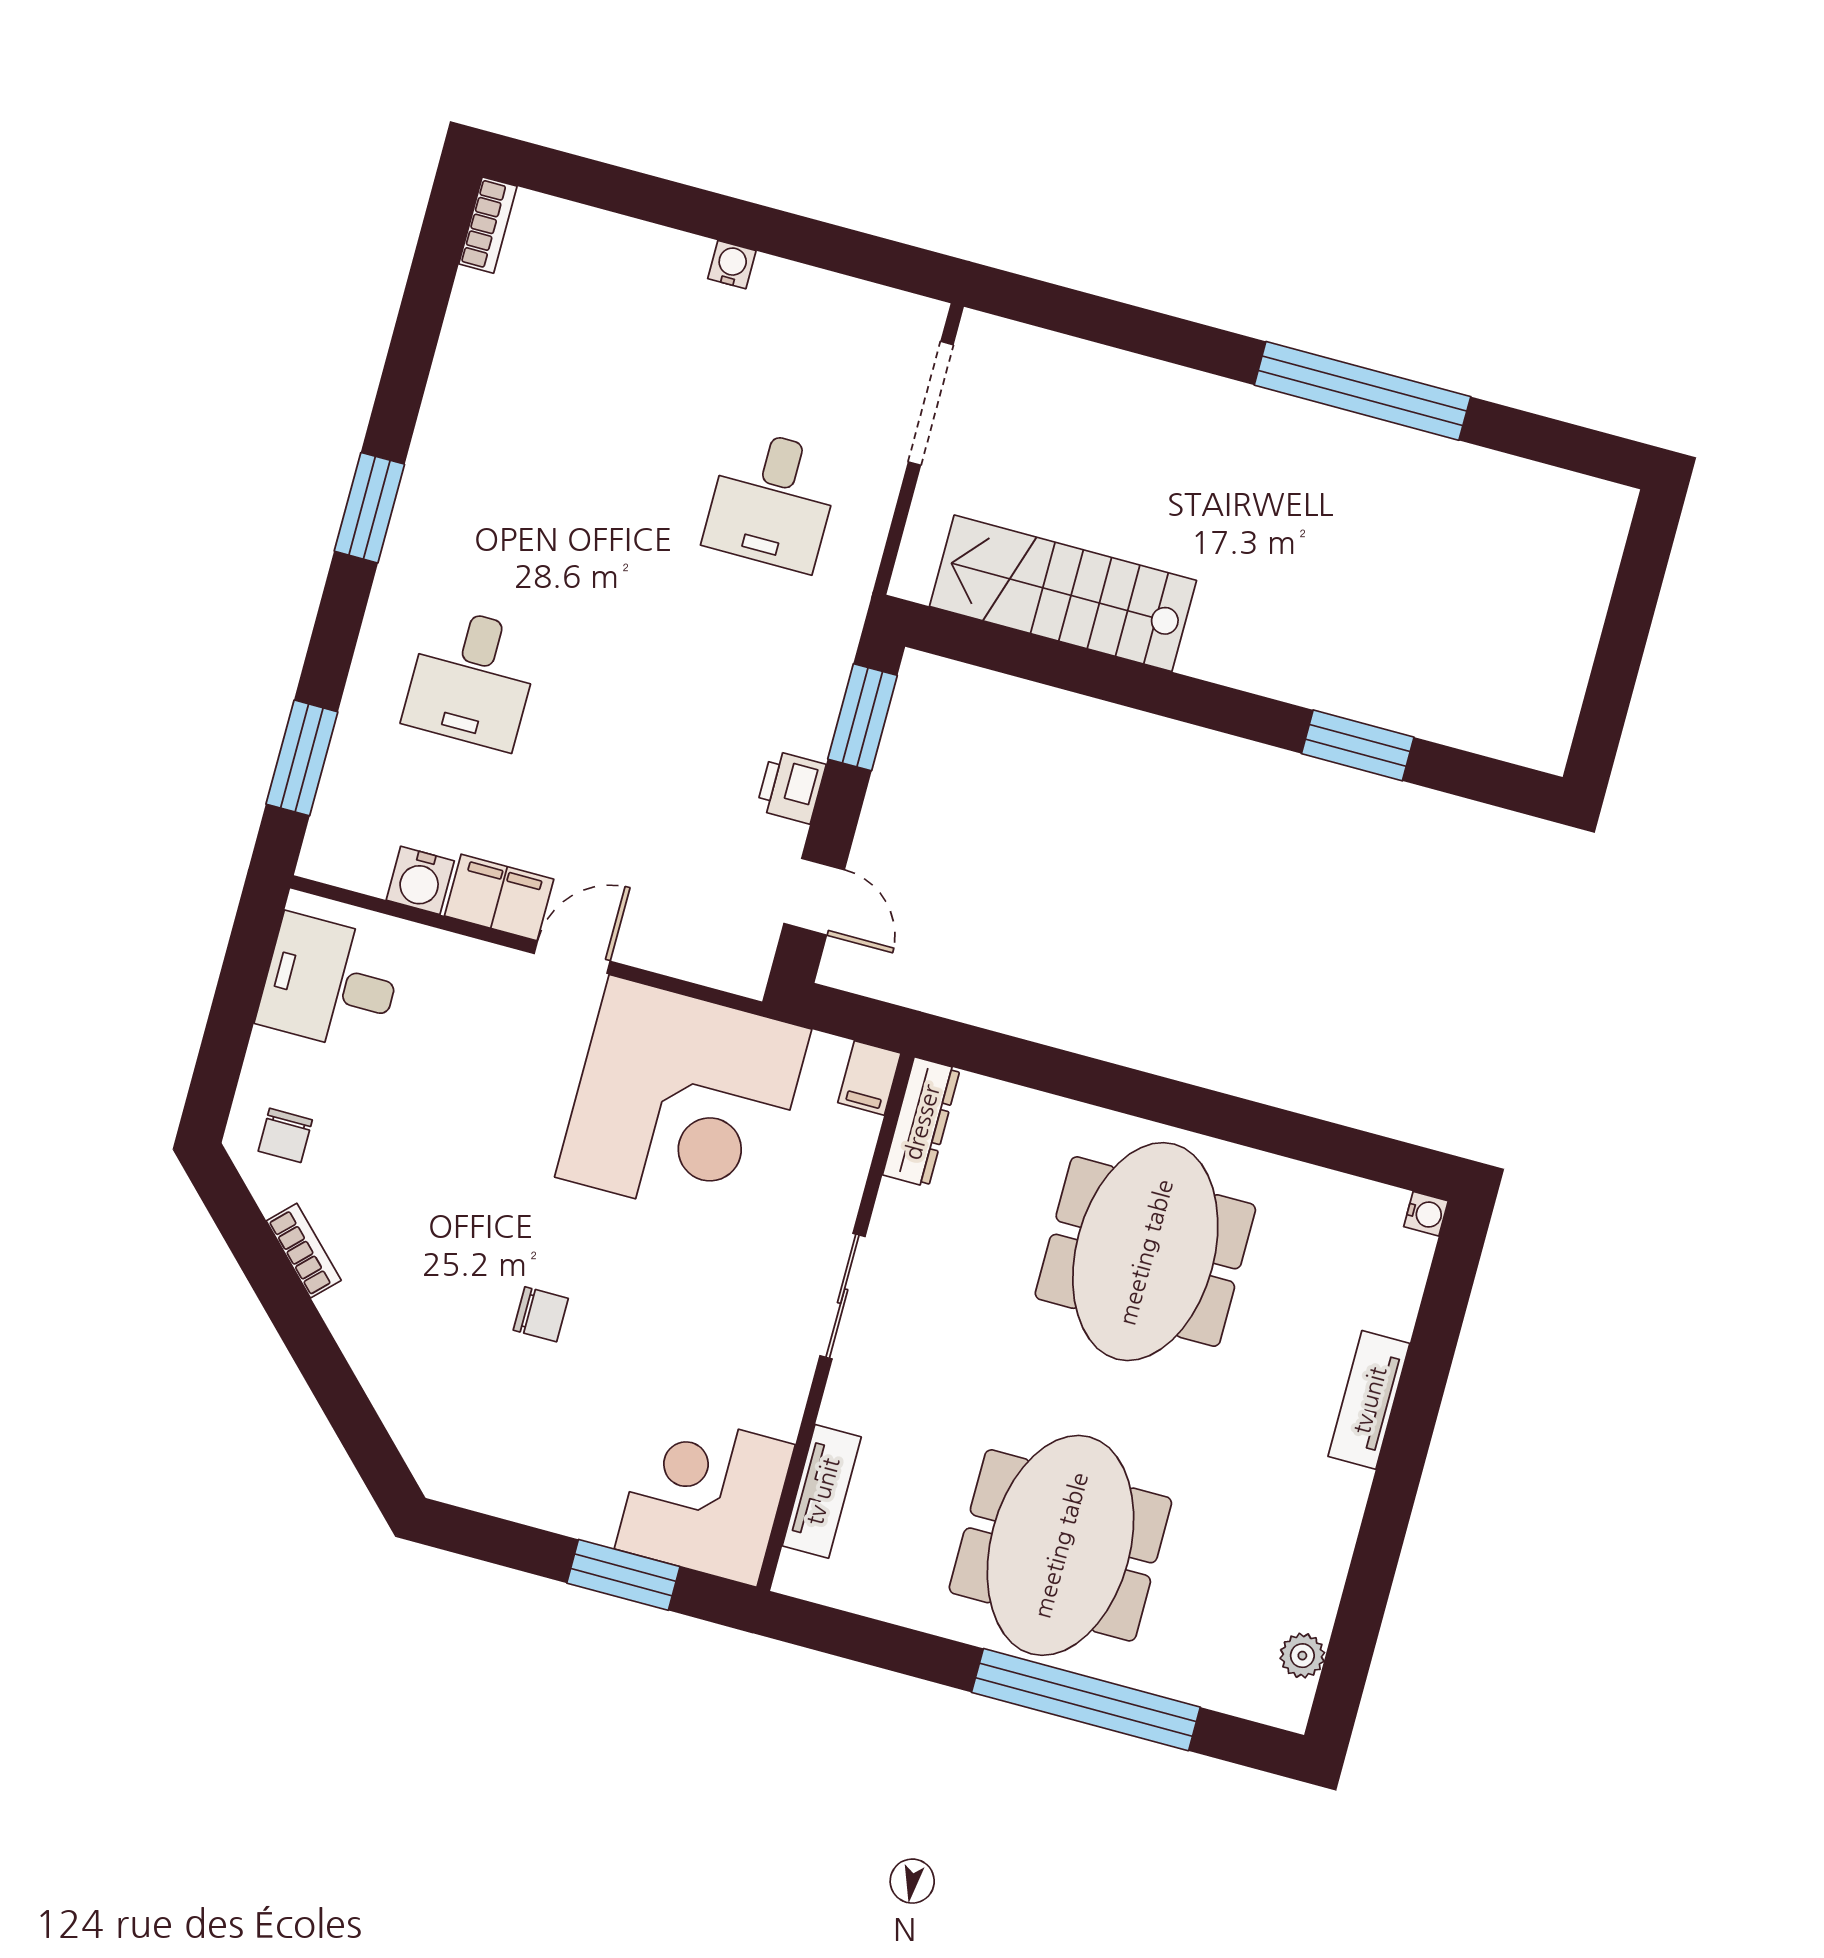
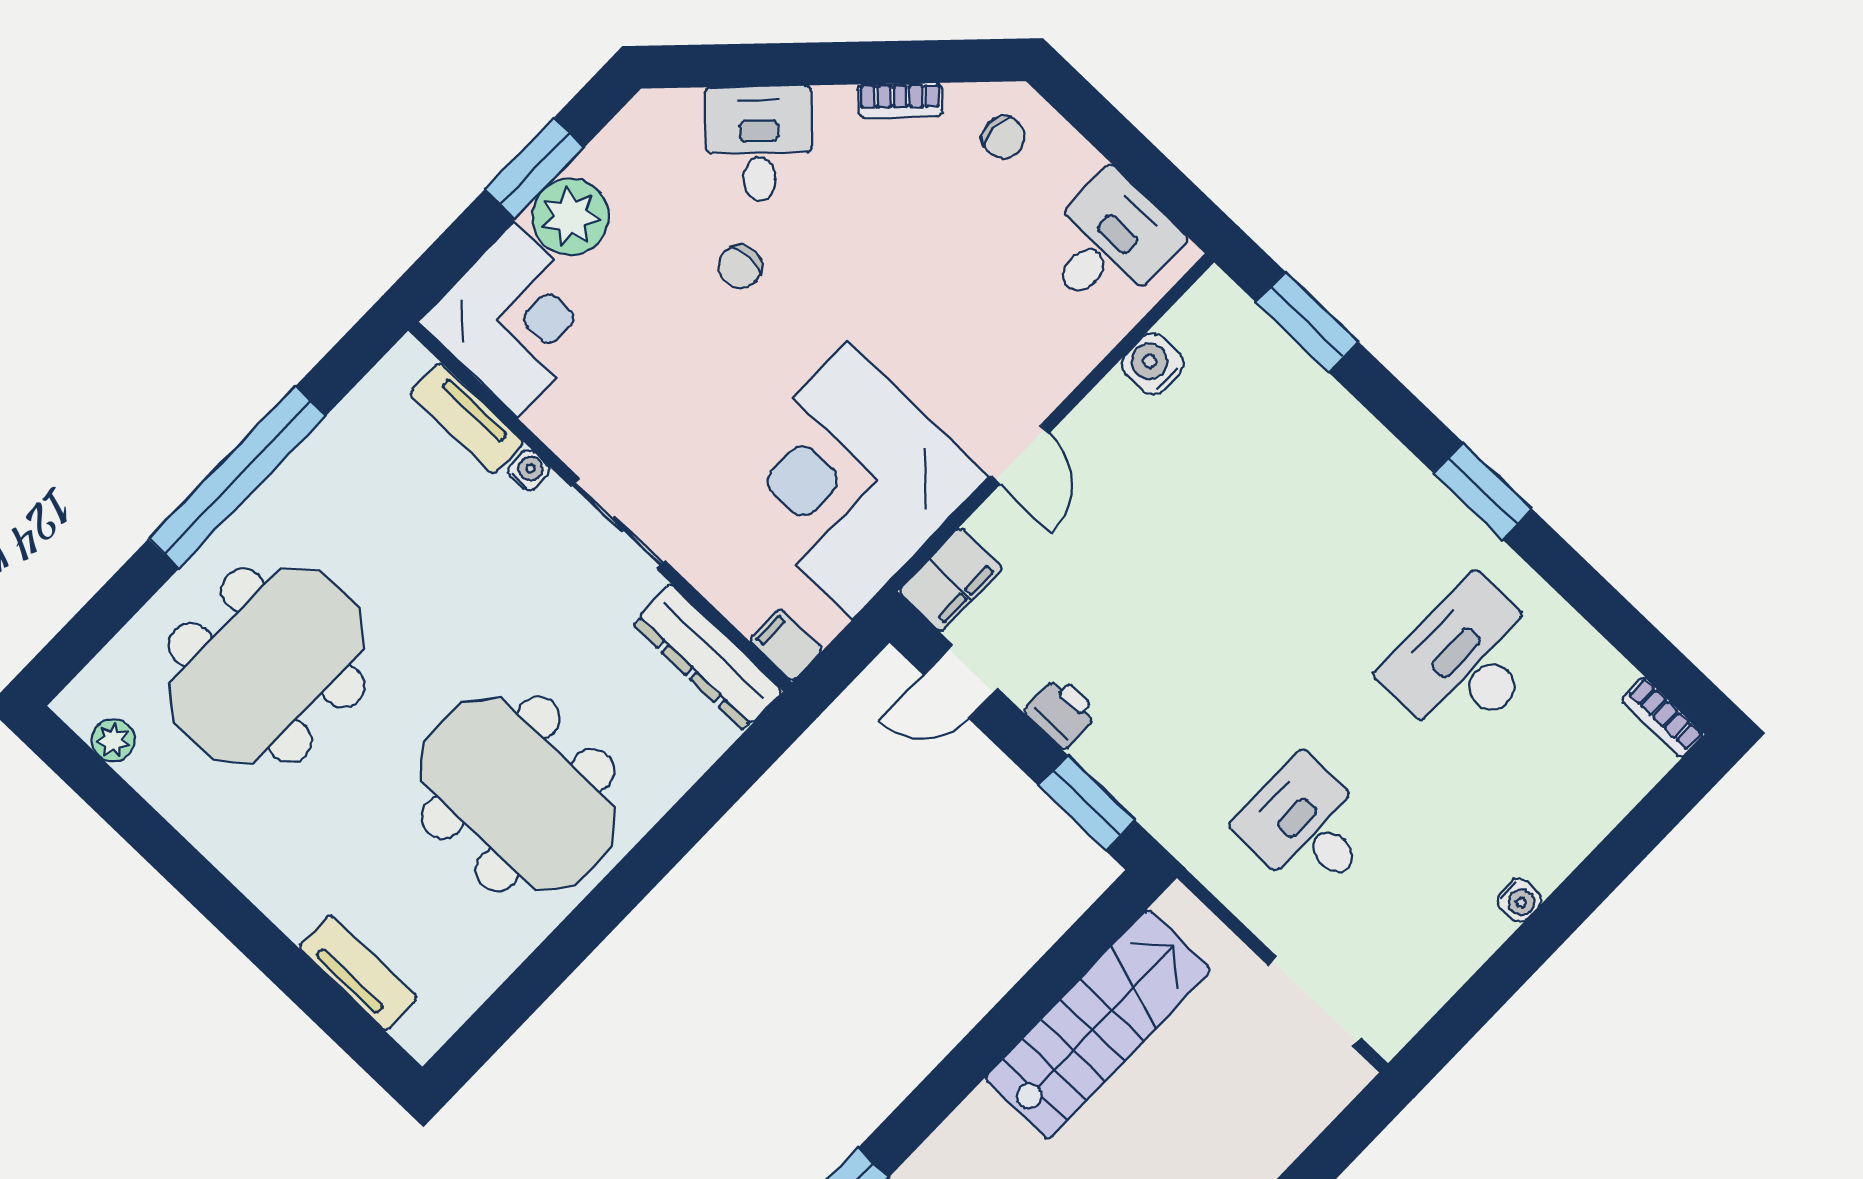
desk: (472, 678) -> (1465, 662), moved, width x1.37
filing cabinet: (499, 897) -> (951, 580), moved
dresser: (921, 1122) -> (707, 657), width x1.37, depth x1.24
chair: (285, 1135) -> (1004, 137), turned 180
water cooler: (1426, 1214) -> (529, 470), moved, turned 180
desk: (416, 1360) -> (759, 143), added
tv unit: (1369, 1400) -> (358, 972), moved
plant: (581, 1498) -> (570, 217), added
meeting table: (1060, 1545) -> (267, 666), moved, turned 90
window: (623, 1575) -> (535, 168), moved
window: (1086, 1700) -> (237, 477), moved

